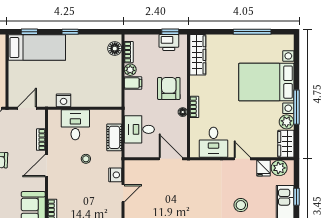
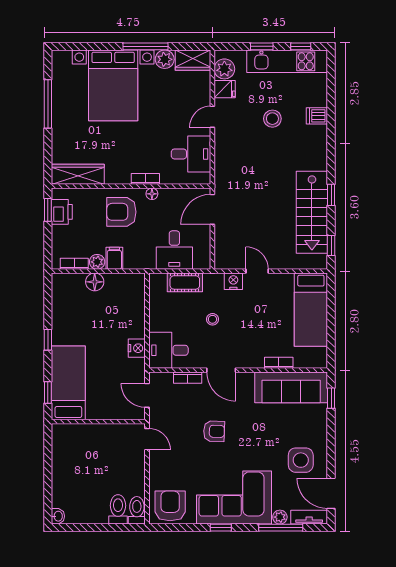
floor lamp: (115, 49) -> (95, 282), moved
desk: (75, 125) -> (168, 350), moved

